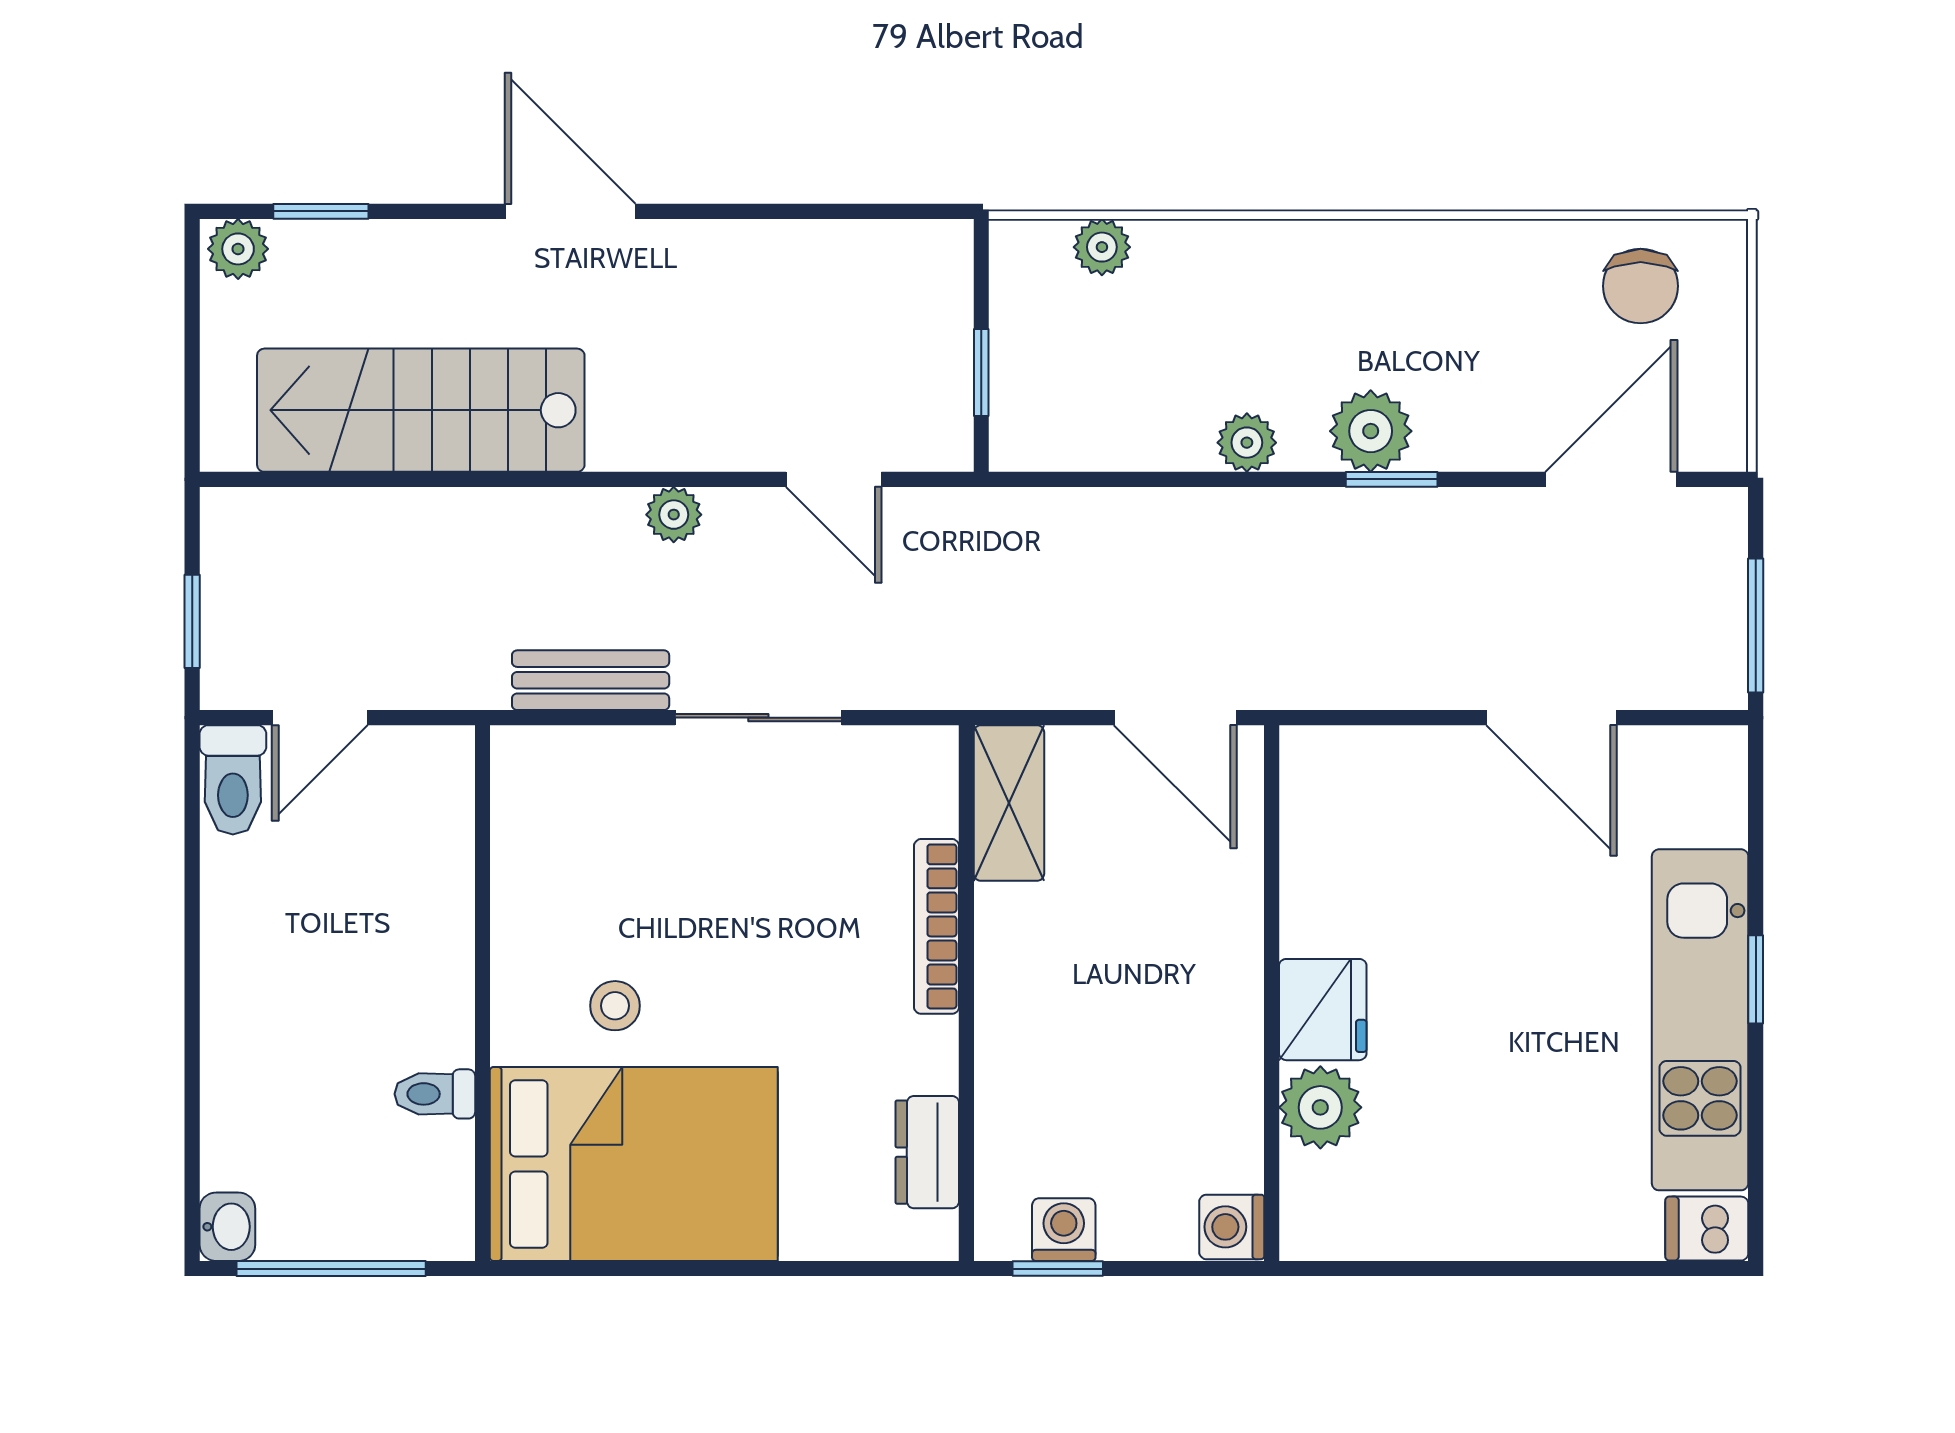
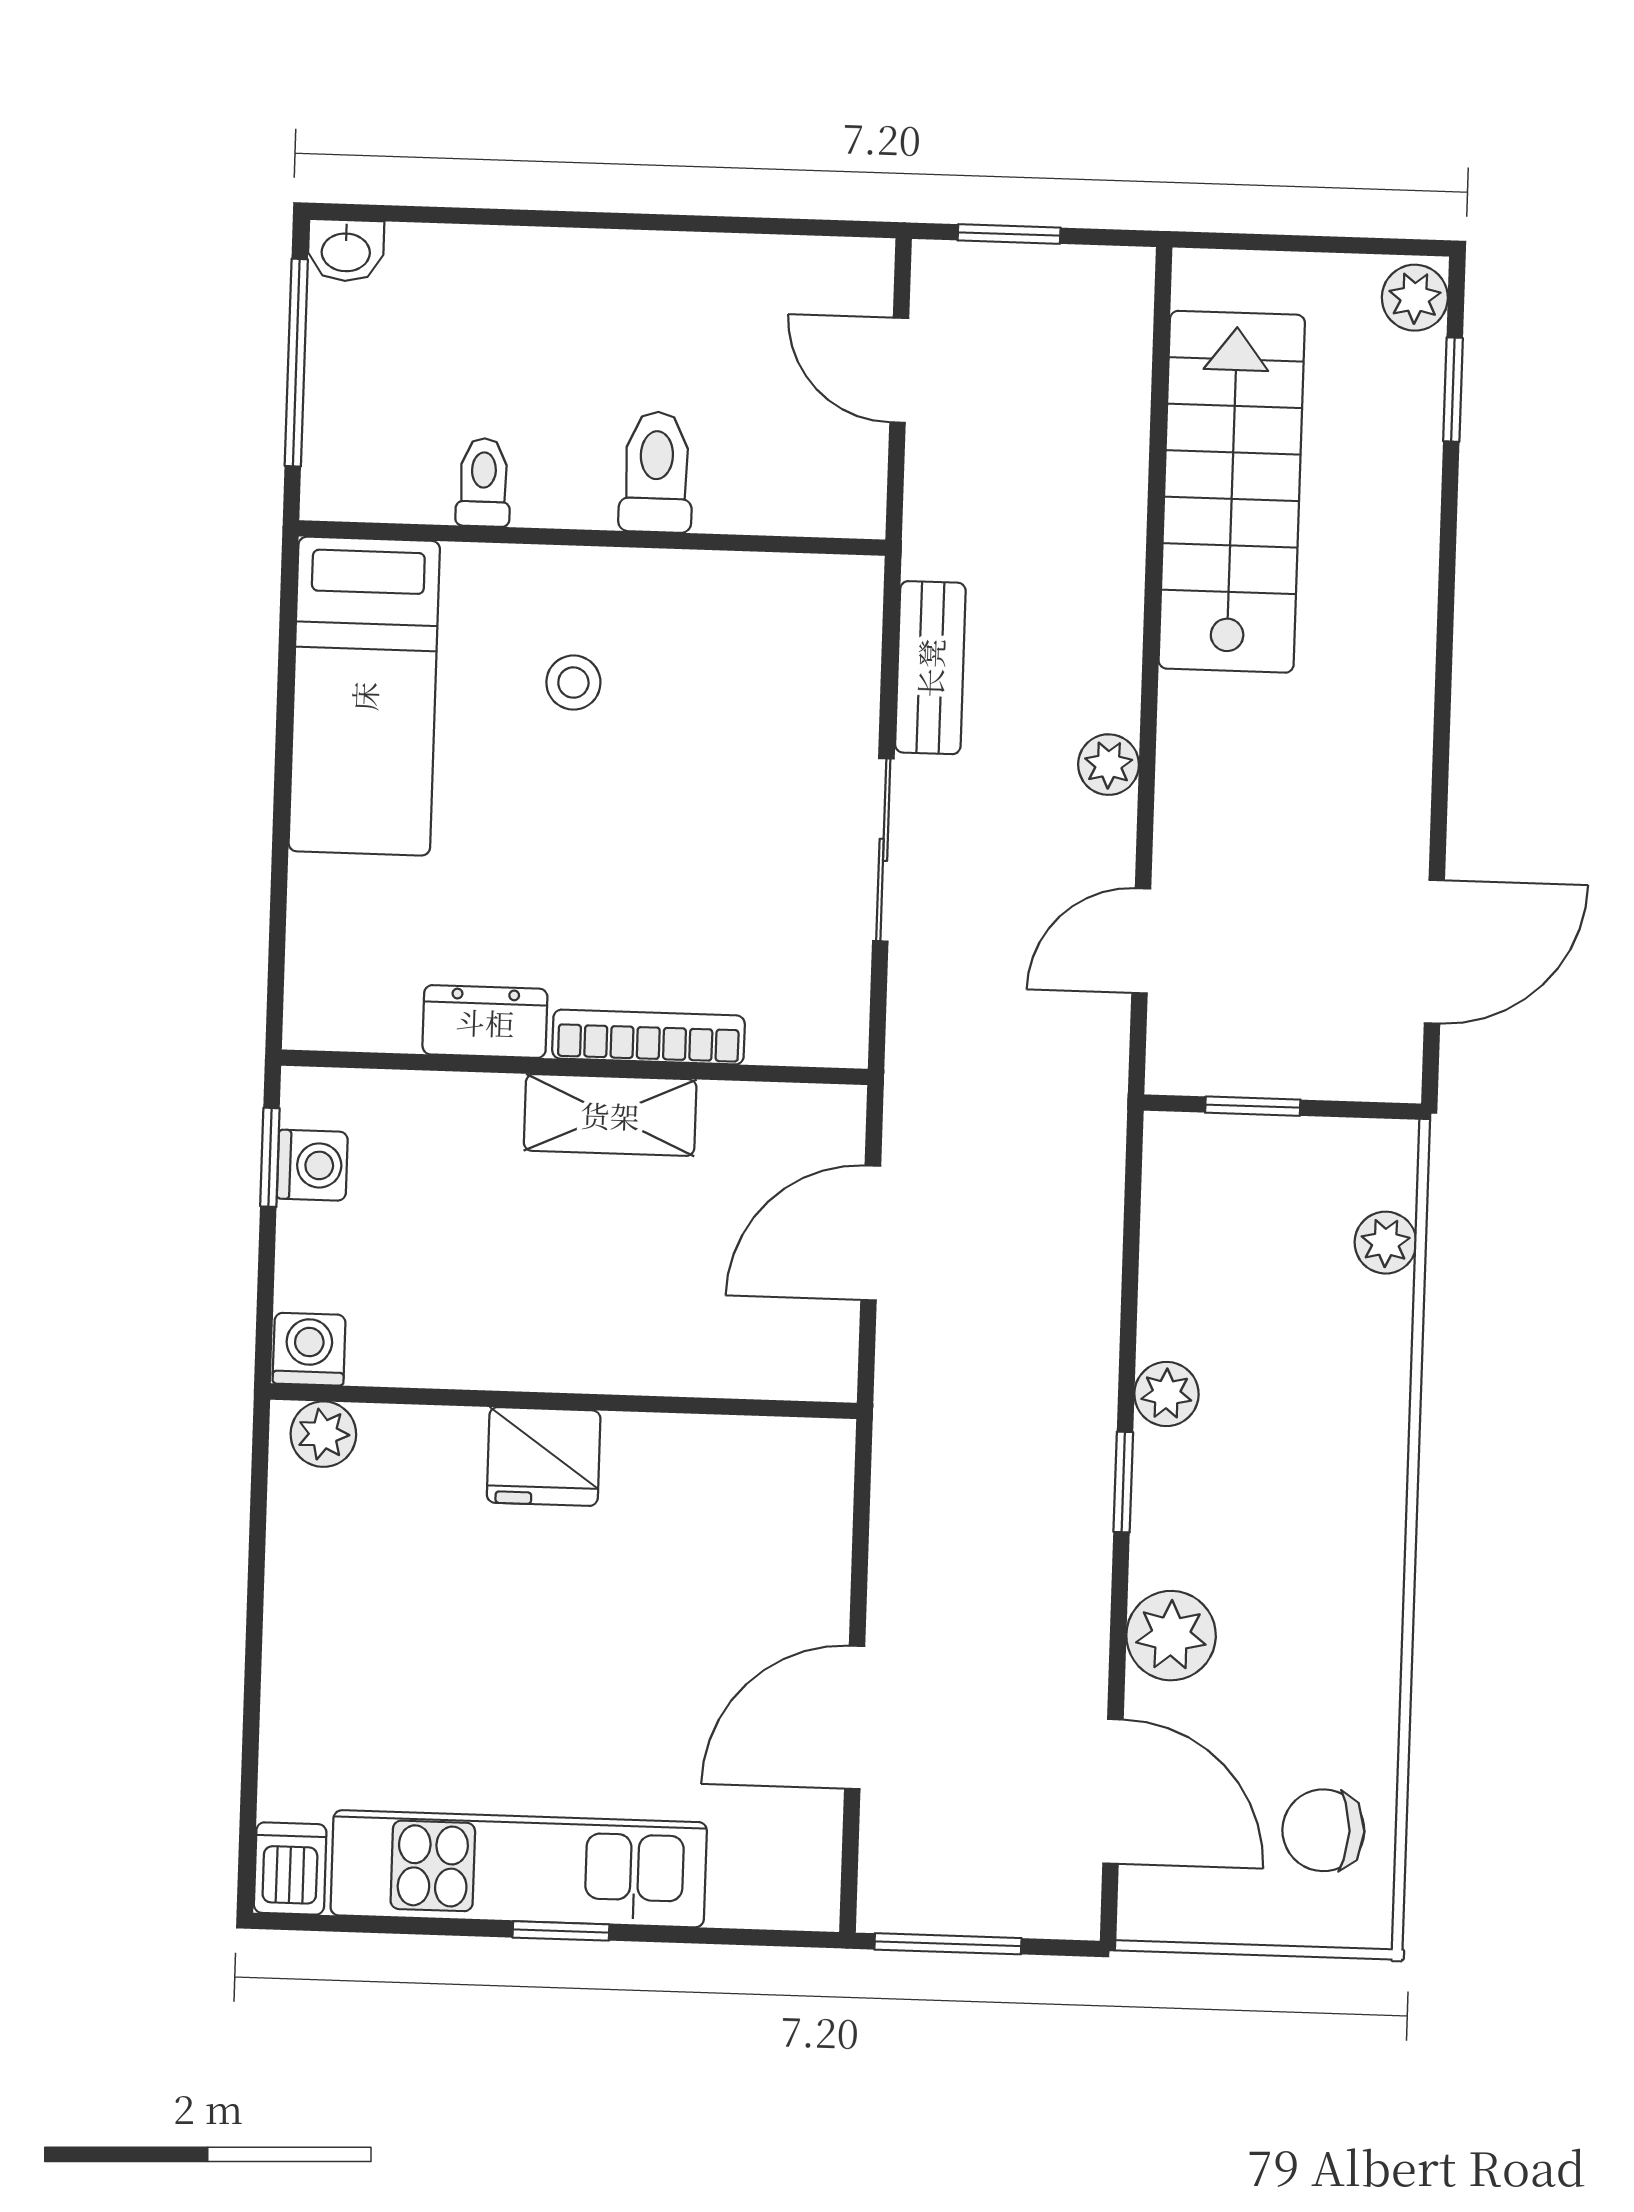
door: (570, 211) -> (1434, 952), moved
plant: (1371, 431) -> (1171, 1636), moved
window: (1392, 479) -> (1123, 1482), moved
door: (1175, 718) -> (871, 1233), moved
toilet: (233, 780) -> (656, 472), moved, turned 90
shelving: (1009, 803) -> (610, 1115), moved
plant: (1320, 1107) -> (323, 1434), moved, width x0.73, depth x0.73
dresser: (927, 1152) -> (485, 1022), moved
bed: (634, 1164) -> (364, 696), width x0.67

